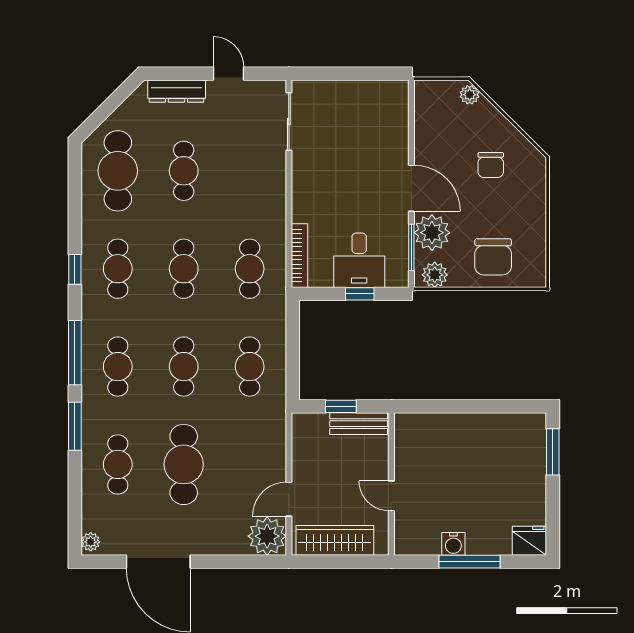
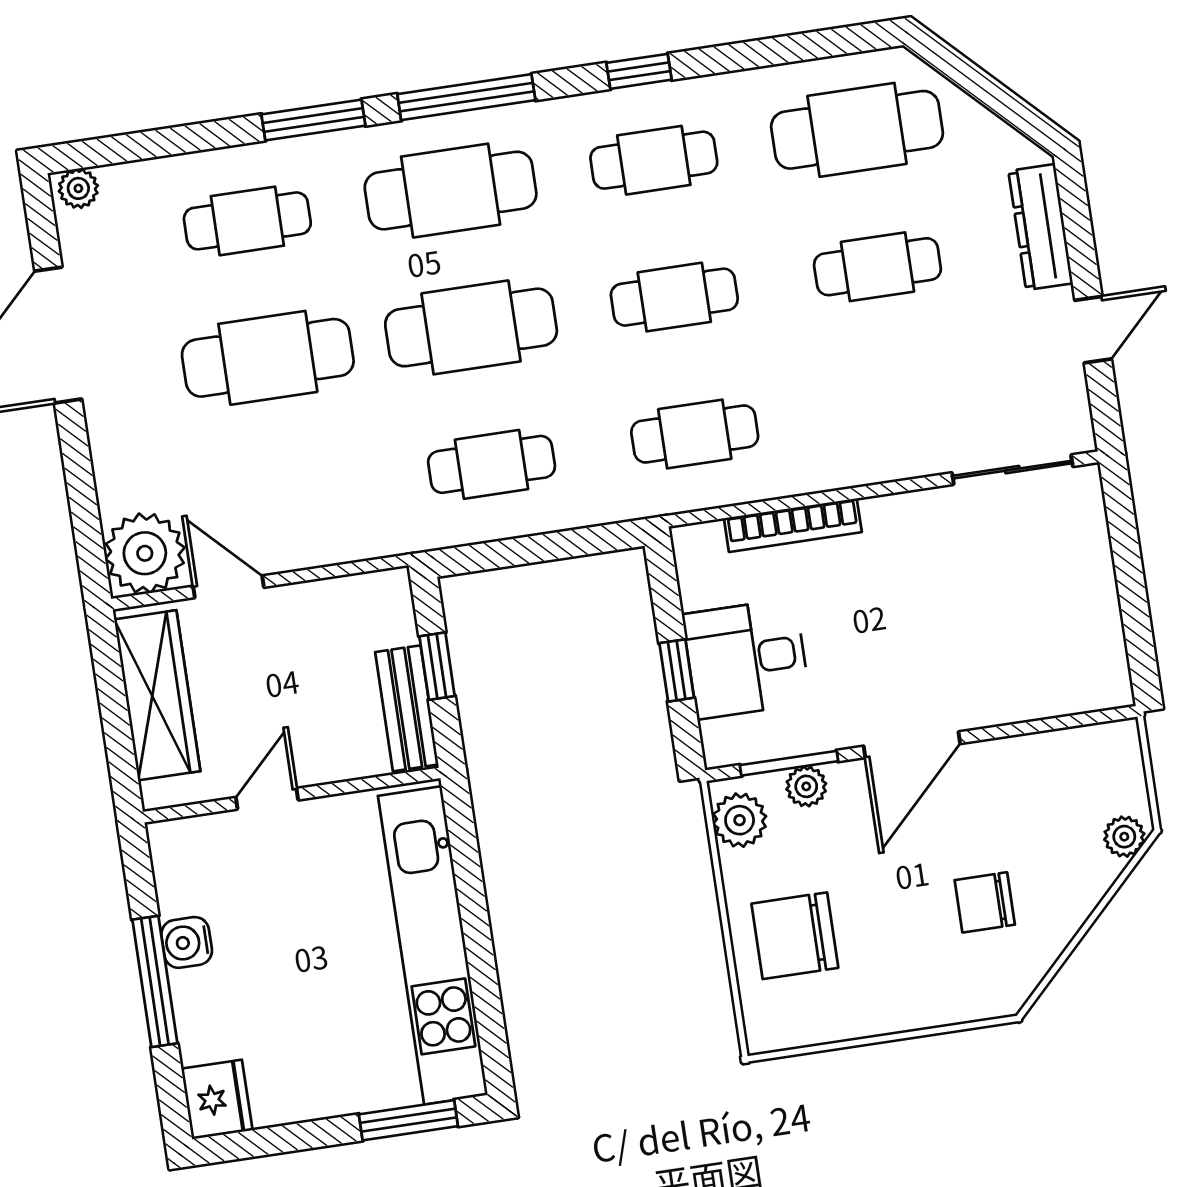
plant: (432, 233) -> (806, 786), width x0.53, depth x0.53
bookcase: (299, 256) -> (793, 525), moved
cafe table: (118, 367) -> (451, 191), width x1.37, depth x1.35
cafe table: (184, 367) -> (471, 327), width x1.37, depth x1.35
kitchen unit: (472, 428) -> (433, 945), added

